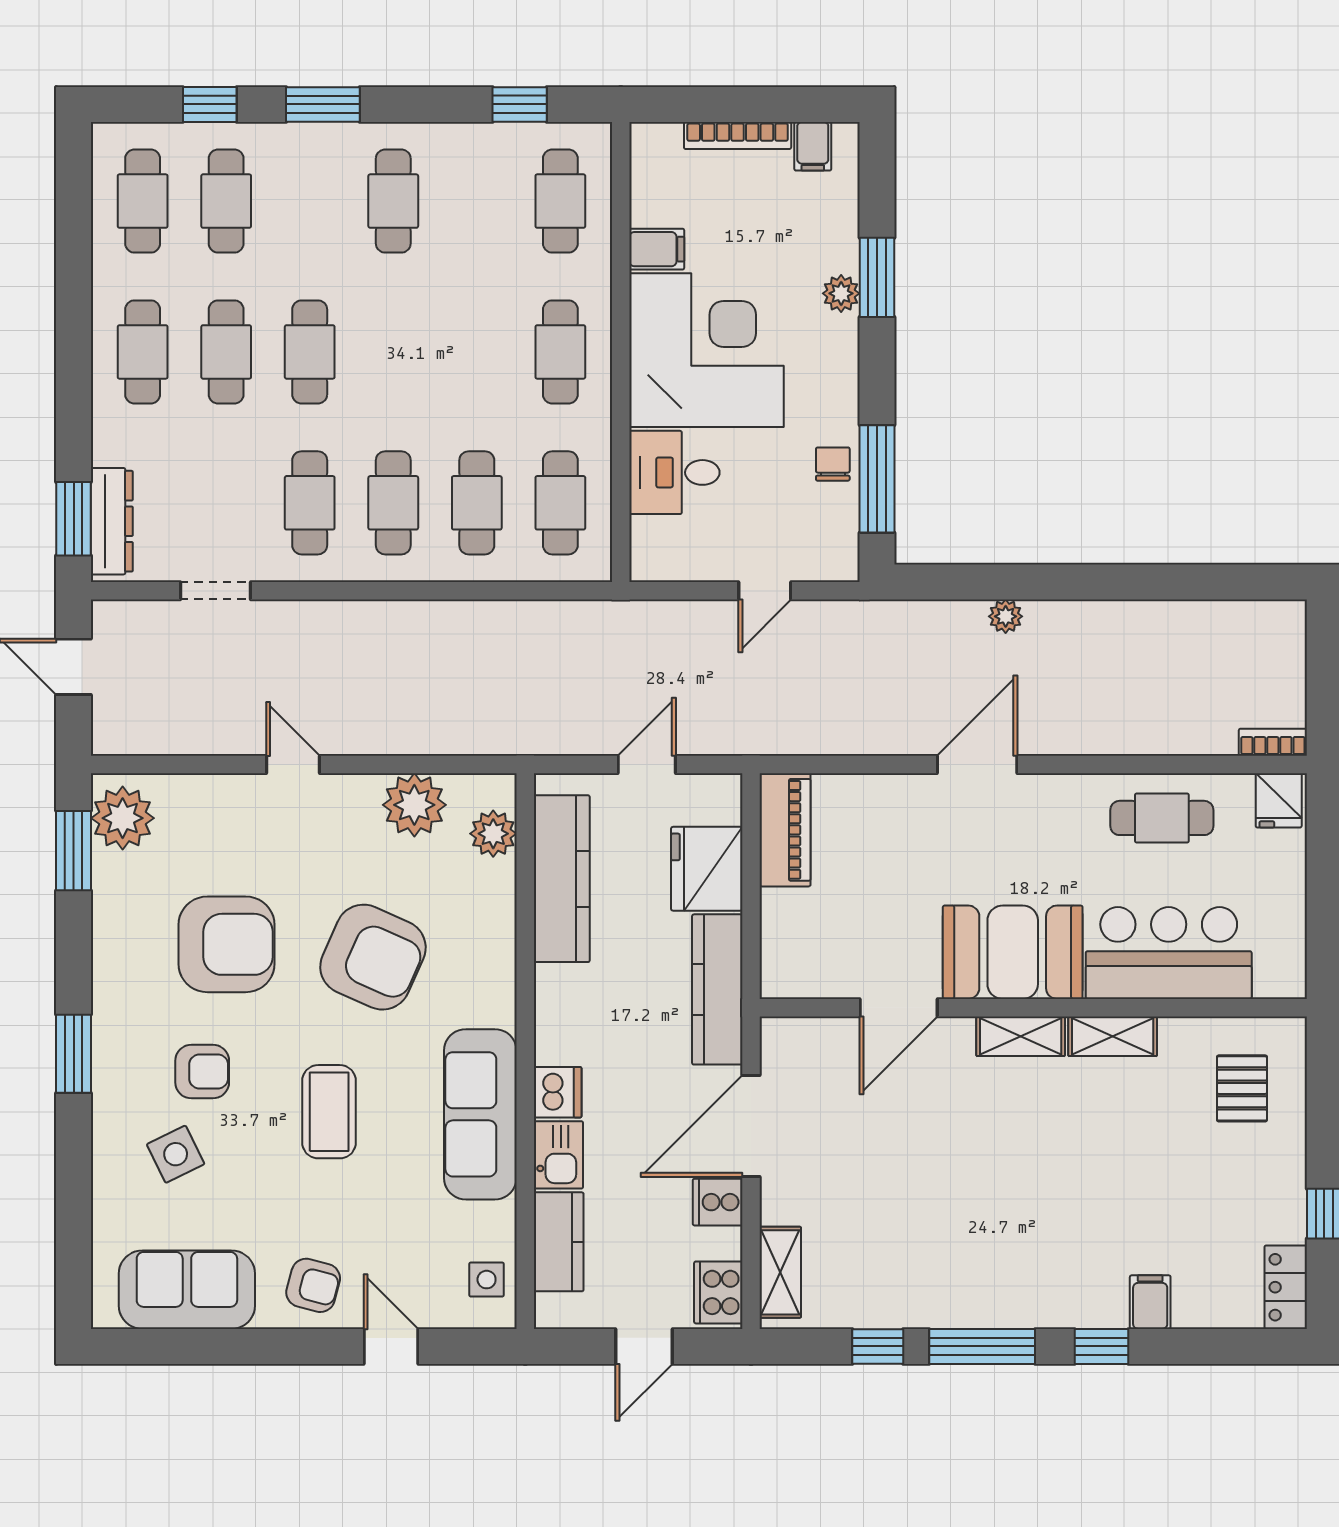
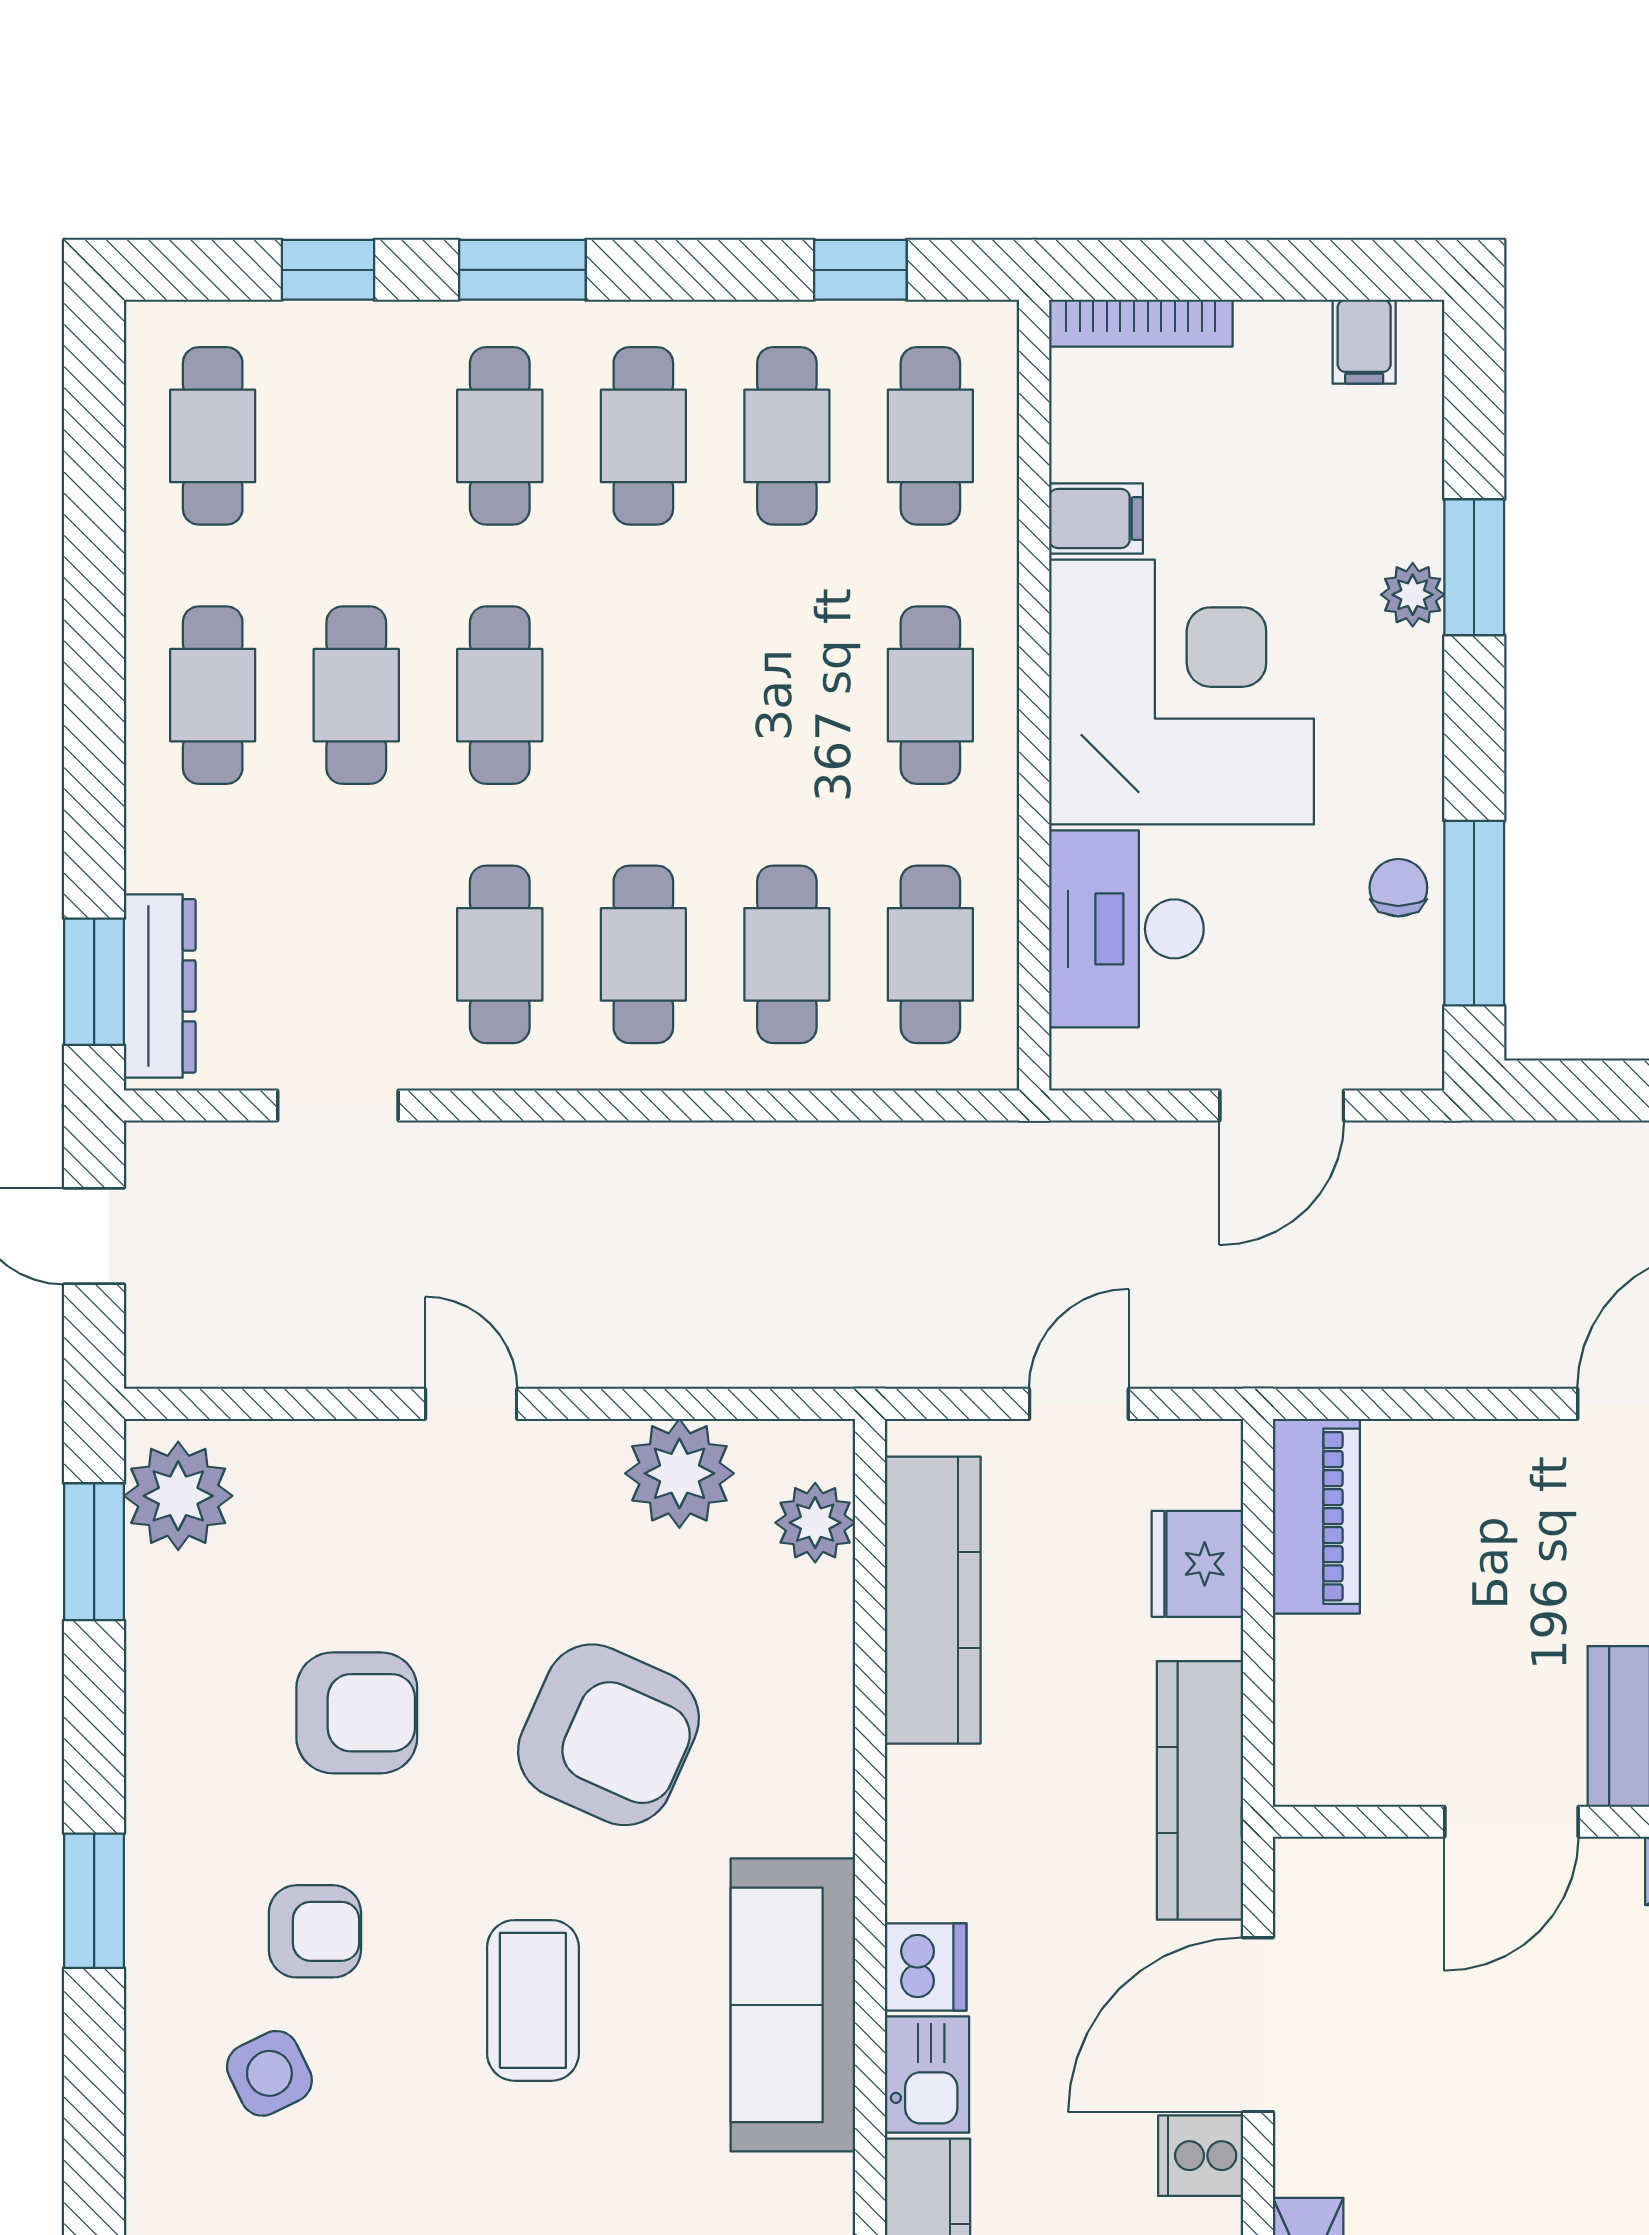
bookcase: (738, 135) -> (1141, 323), moved
cafe table: (226, 201) -> (500, 436), moved
cafe table: (477, 201) -> (787, 436), added
desk: (674, 472) -> (1126, 929), width x1.37
door: (765, 591) -> (1282, 1105), width x1.38
fridge: (707, 869) -> (1197, 1564), width x0.73, depth x0.75
armchair: (226, 944) -> (357, 1713), width x0.73, depth x0.73

